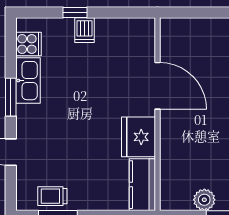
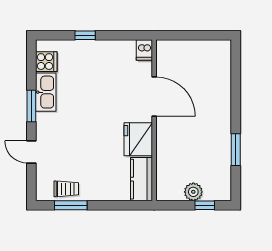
dishwasher: (85, 30) -> (144, 50), moved
trolley: (52, 196) -> (66, 189), turned 180

